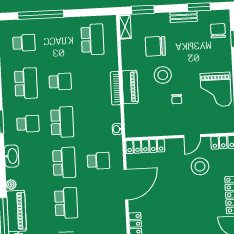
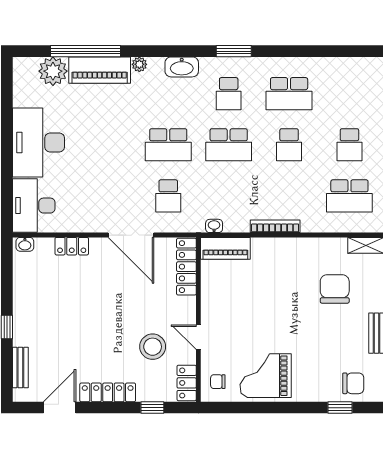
school desk: (24, 43) -> (349, 145), moved
stool: (163, 75) -> (291, 298), removed
piano: (130, 87) -> (225, 248), moved
chair: (177, 99) -> (218, 382), moved
school desk: (66, 203) -> (108, 145), removed

